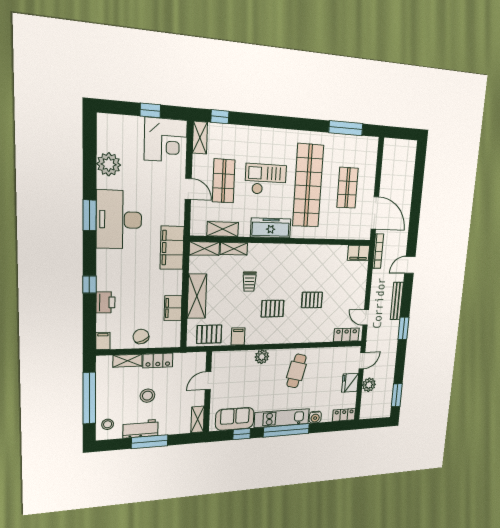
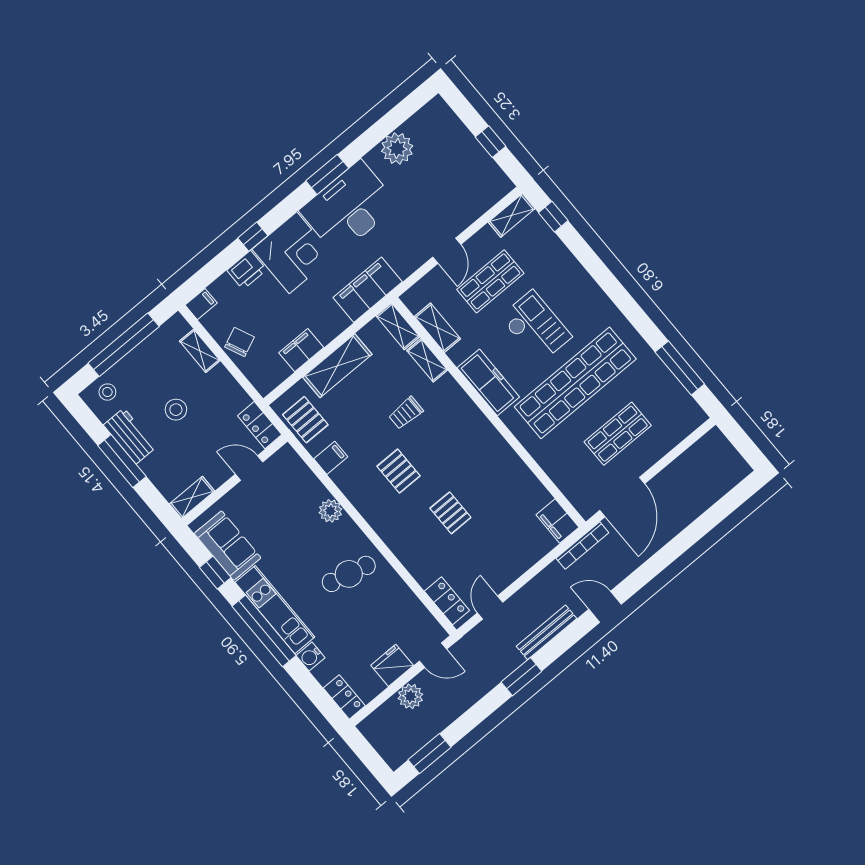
corner desk: (166, 140) -> (293, 253), moved, turned -90
locker: (158, 361) -> (260, 425), moved

